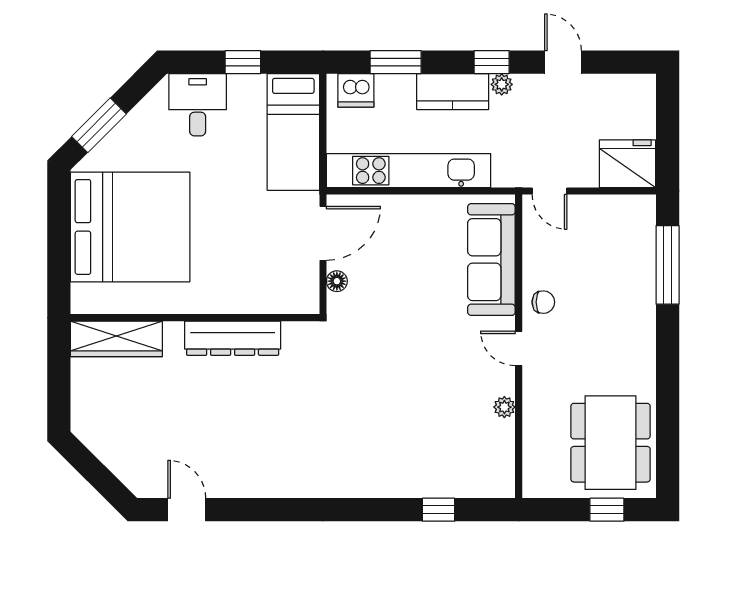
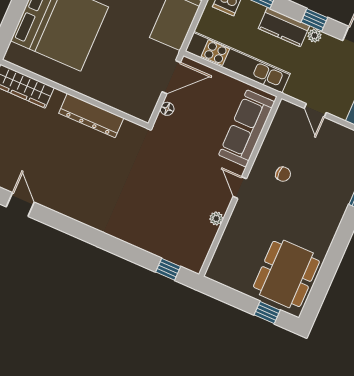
sofa: (491, 260) -> (247, 128), moved
wall: (519, 346) -> (240, 186), moved
door: (519, 348) -> (240, 188), moved
plant: (504, 407) -> (216, 218), moved

